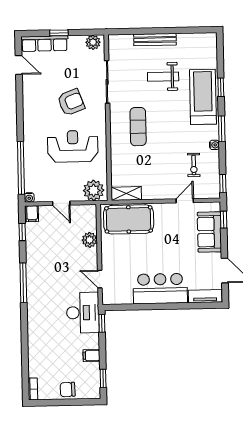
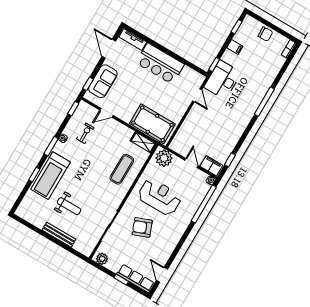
exercise mat: (138, 127) -> (122, 169), moved
reception desk: (73, 146) -> (160, 197), turned 180
filing cabinet: (32, 214) -> (211, 166), width x2.00
plant: (90, 240) -> (187, 126), removed
window: (23, 283) -> (264, 102), moved

